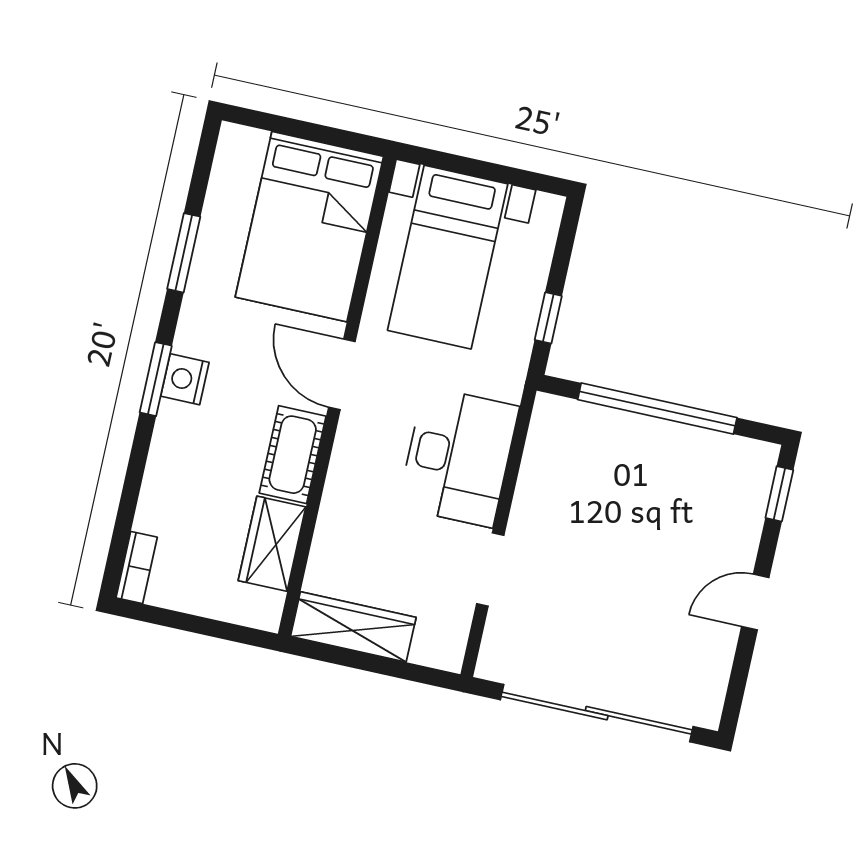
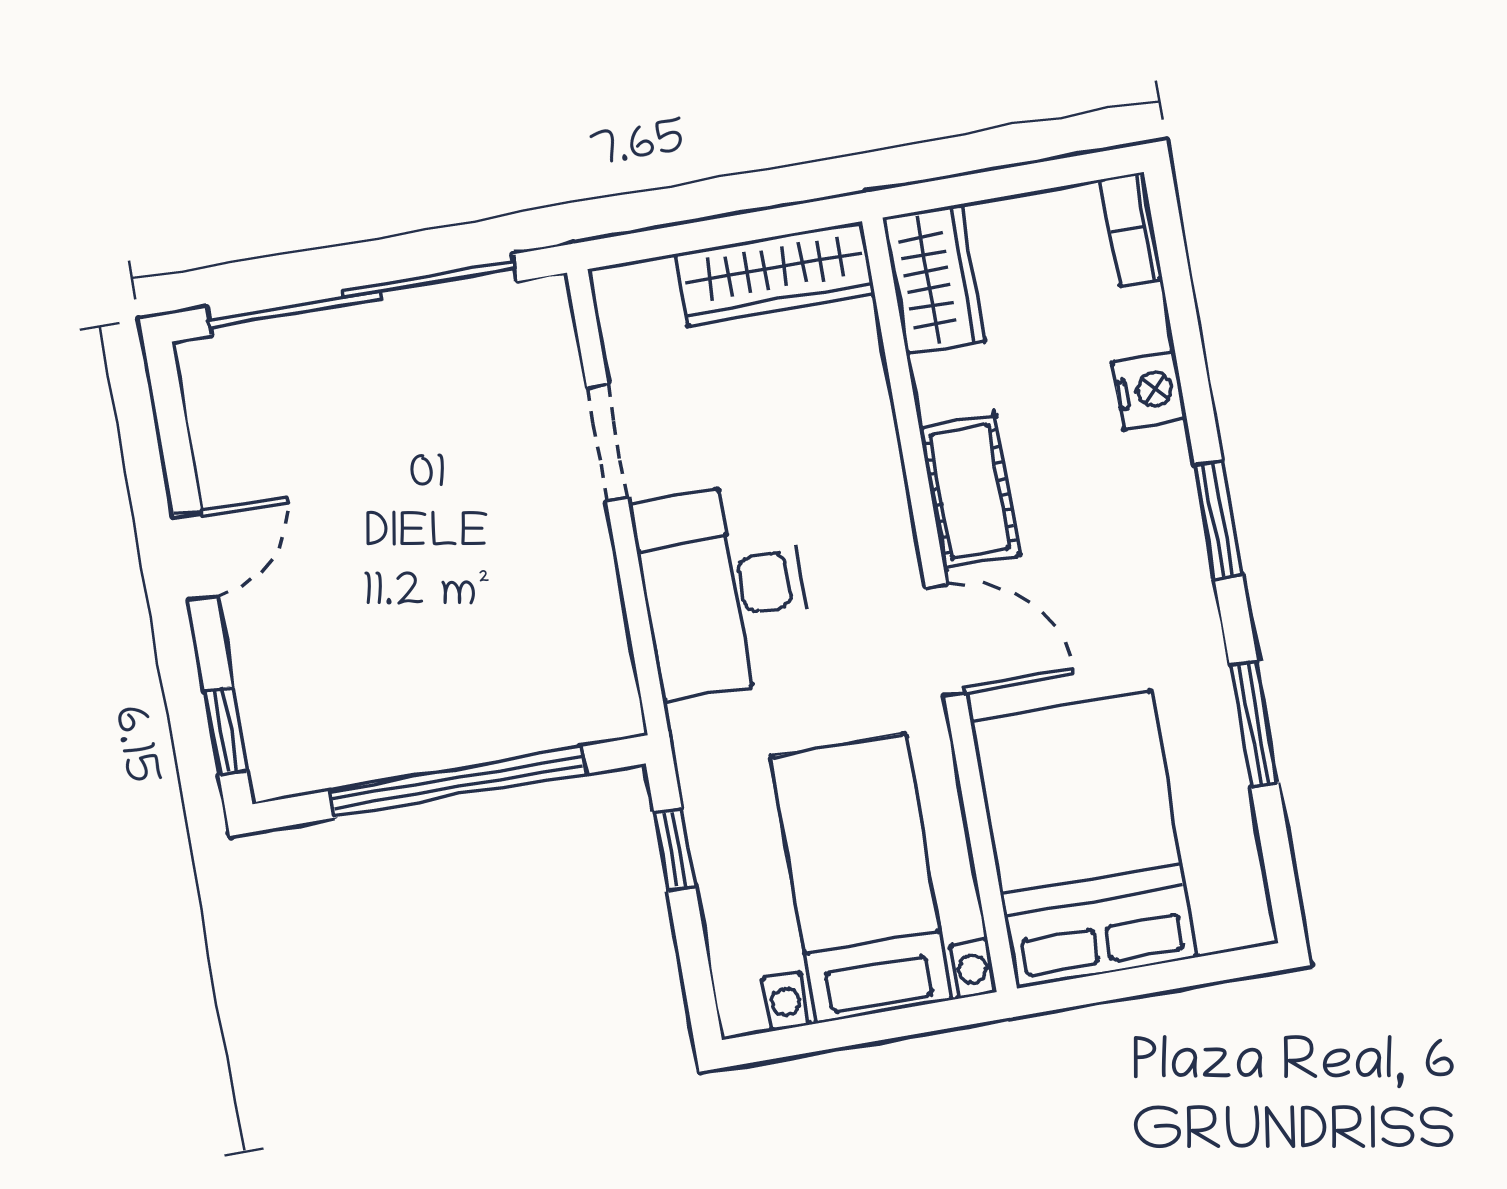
nightstand: (185, 379) -> (1149, 390), moved
wardrobe: (272, 544) -> (934, 279), moved

